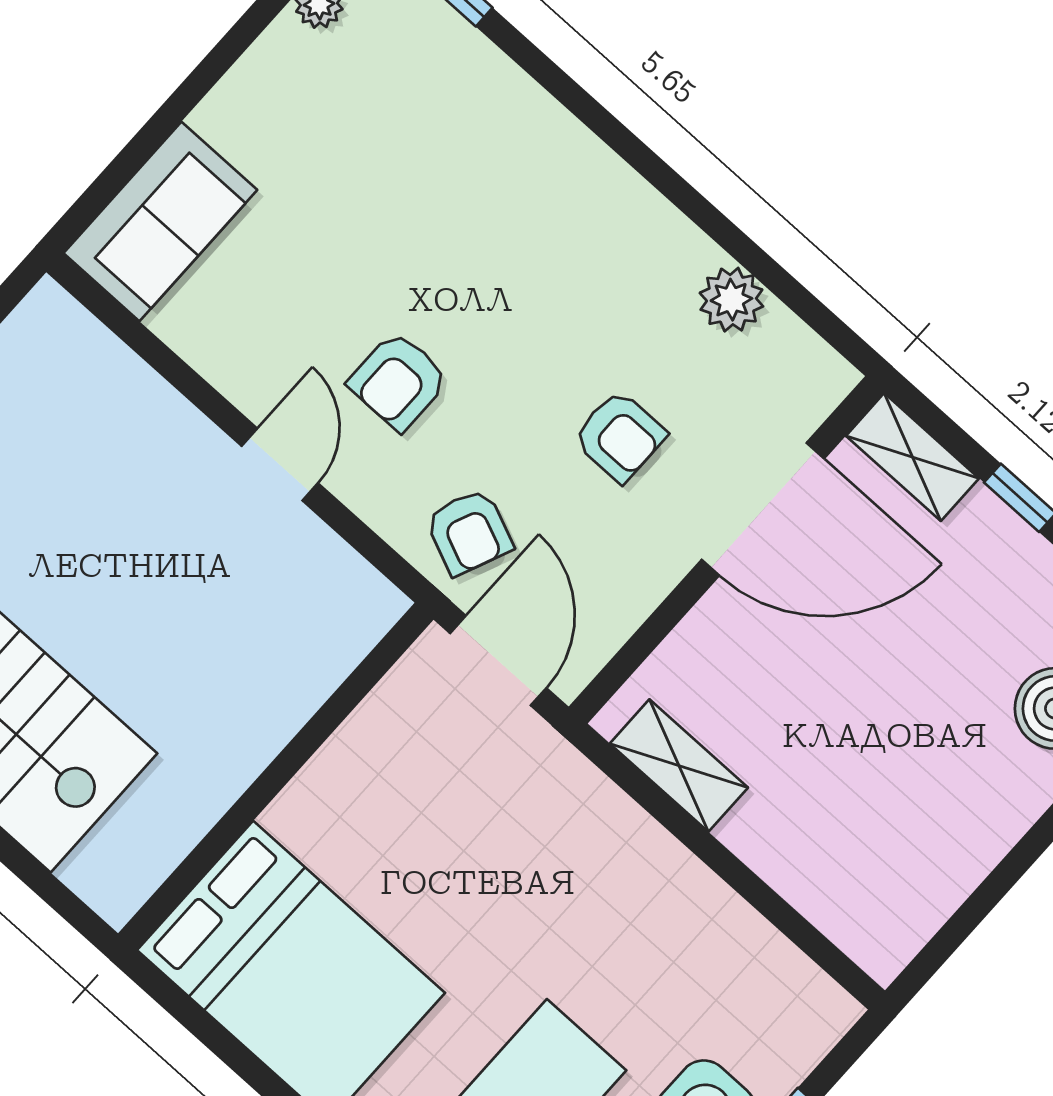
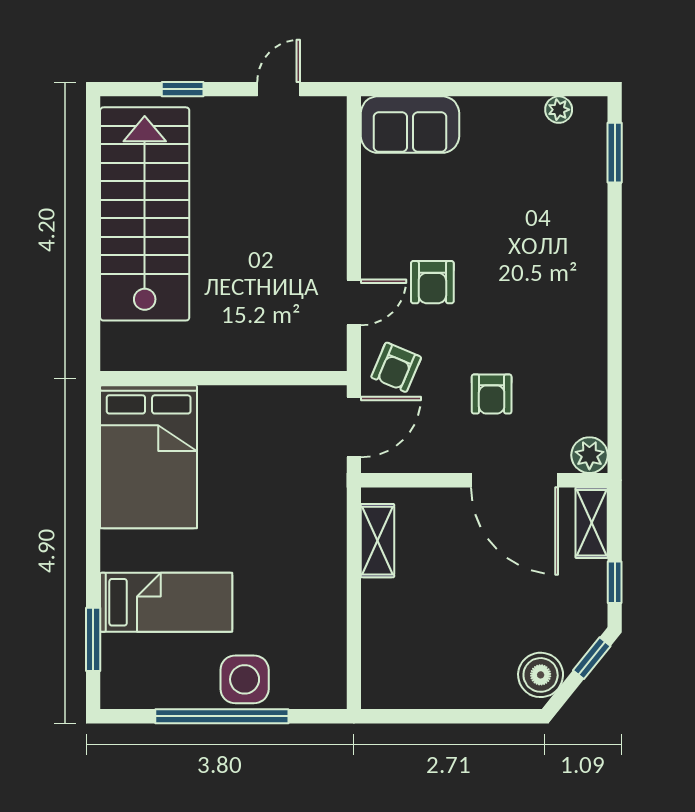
plant: (731, 300) -> (589, 455), moved
armchair: (398, 381) -> (432, 282), turned -90
door: (280, 465) -> (354, 302), moved

